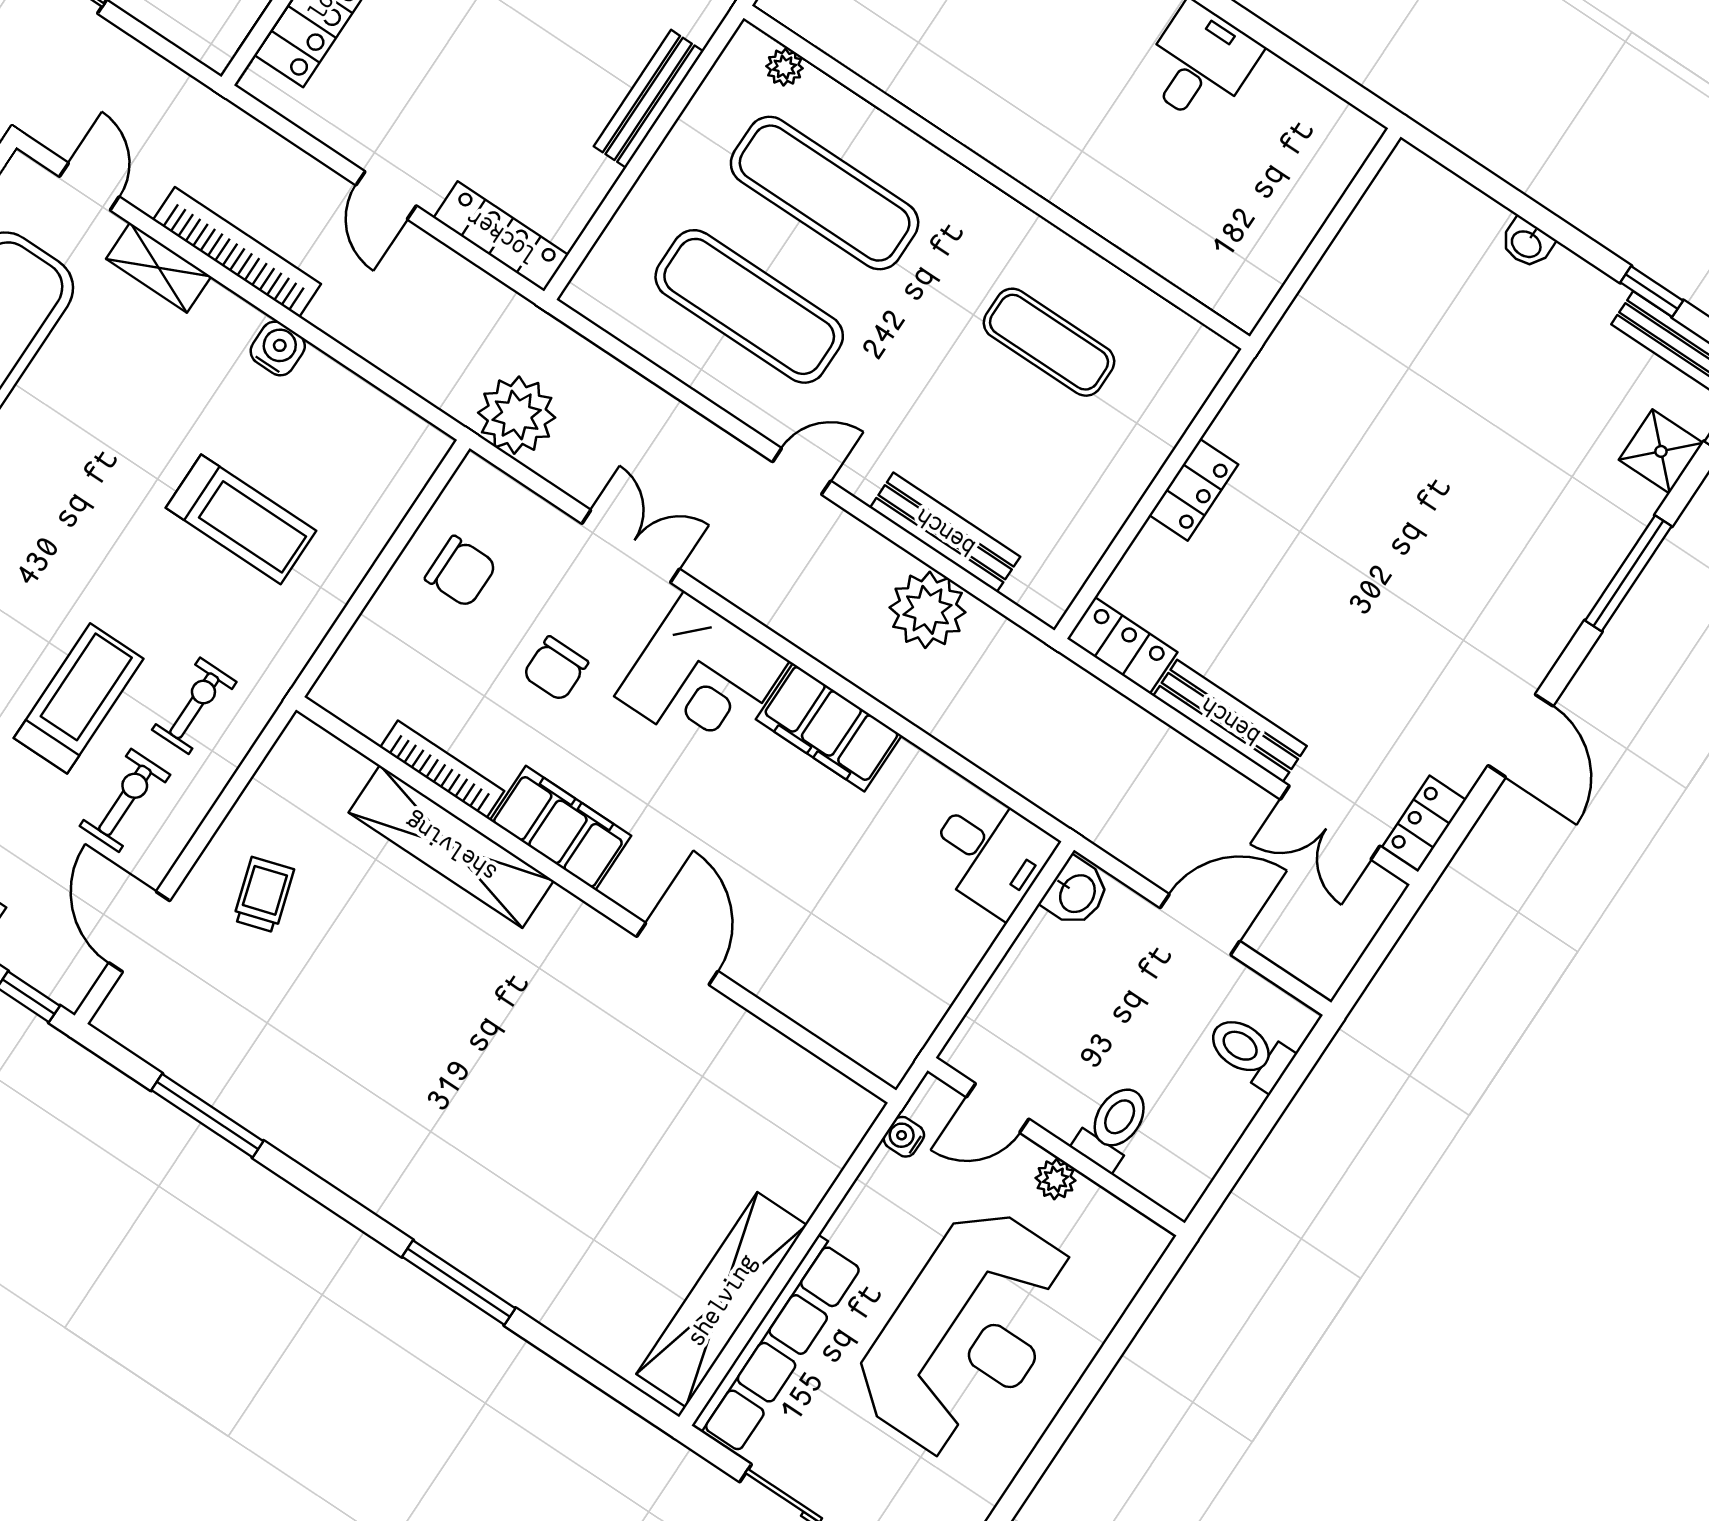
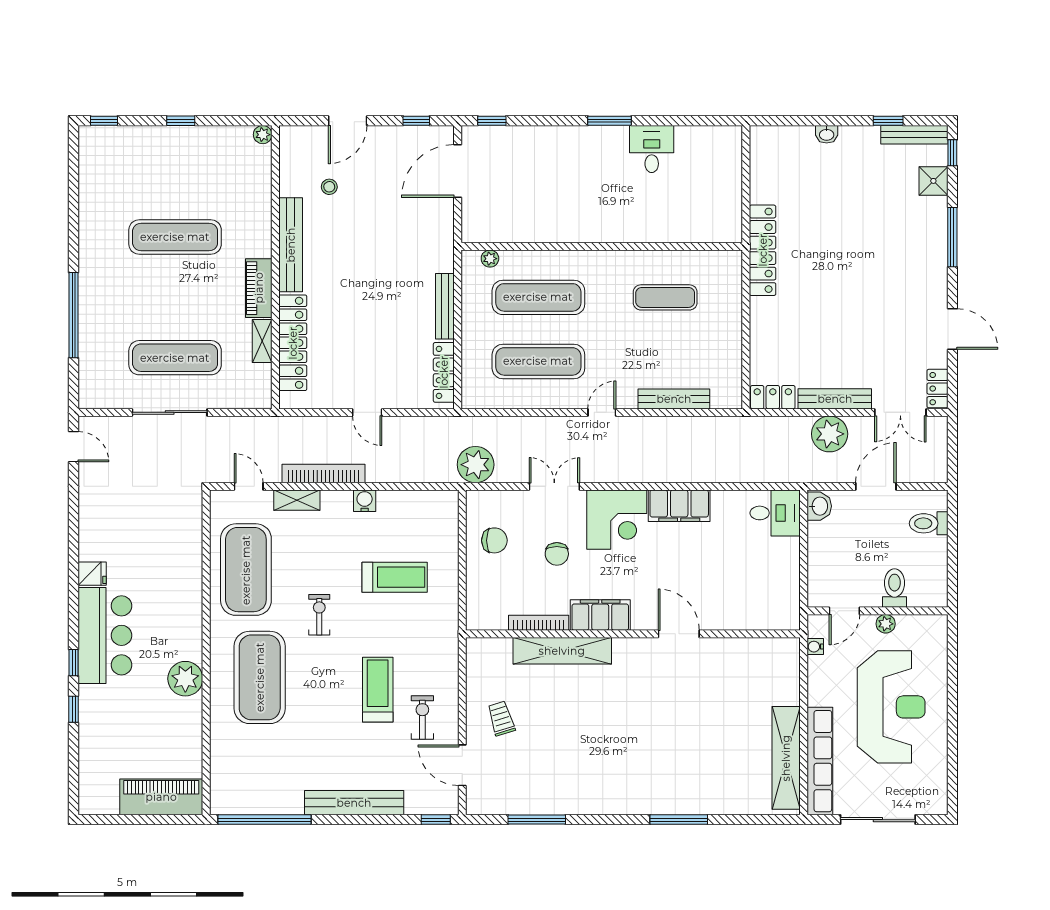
locker: (501, 236) -> (444, 372), moved, turned -90
locker: (1194, 490) -> (763, 250), moved, width x2.16, depth x1.21
plant: (927, 610) -> (830, 434), moved
exercise bike: (194, 706) -> (319, 615), moved

